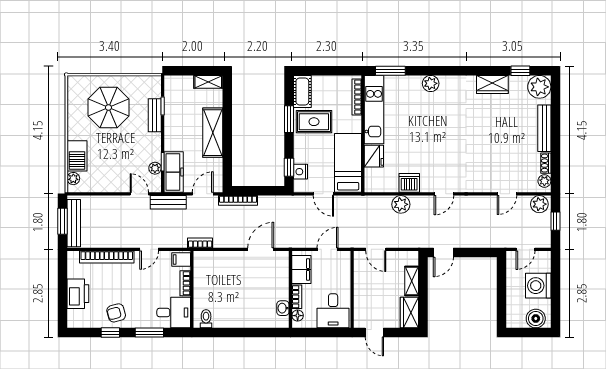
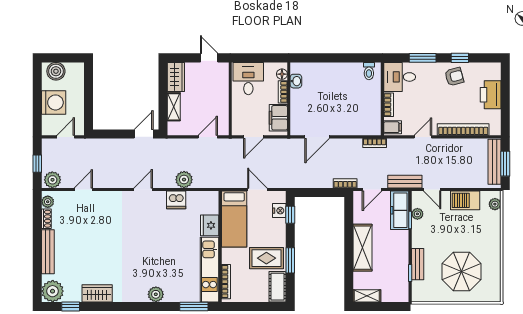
barbecue: (77, 156) -> (465, 200), moved, turned -90
bookcase: (238, 200) -> (345, 183), width x0.64
door: (376, 249) -> (208, 137), hinge flipped

